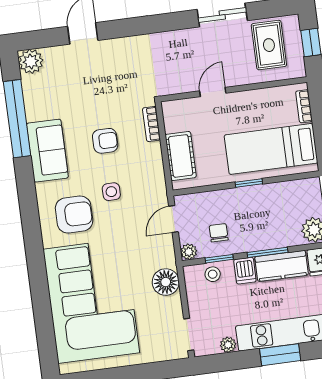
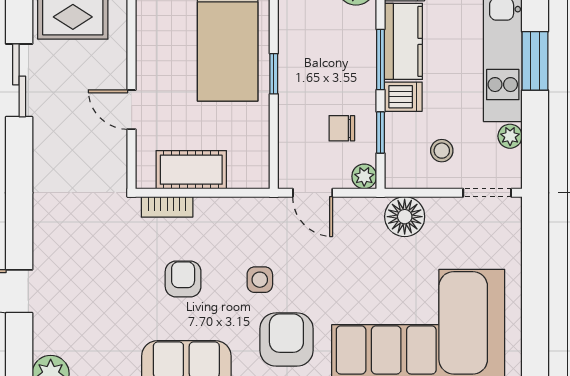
cot: (181, 156) -> (191, 170), moved
stool: (213, 274) -> (442, 151), moved

